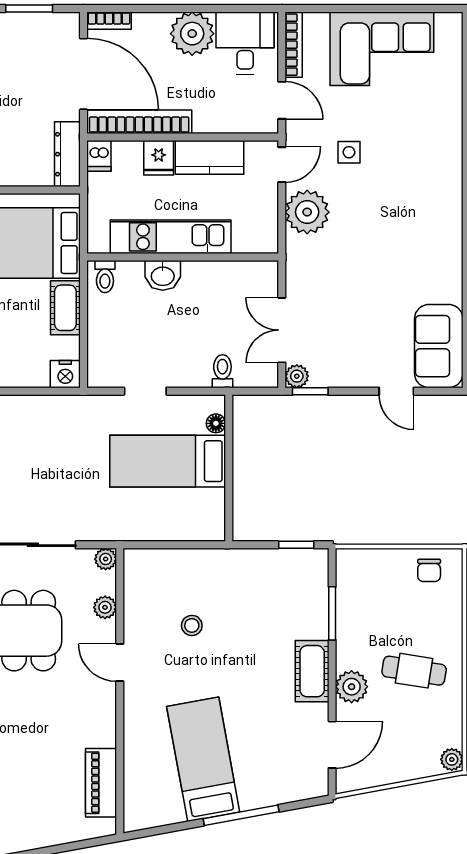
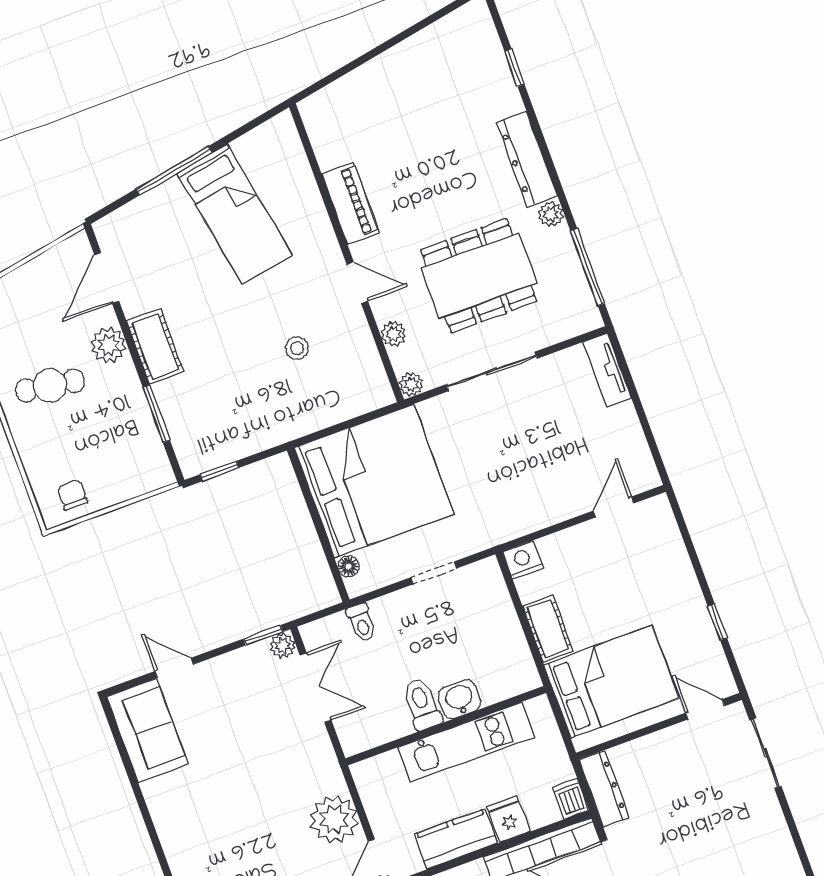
toilet: (105, 277) -> (422, 704), moved, width x1.37, depth x1.39
bed: (168, 461) -> (374, 481), width x2.04
piano: (101, 783) -> (350, 204), moved

